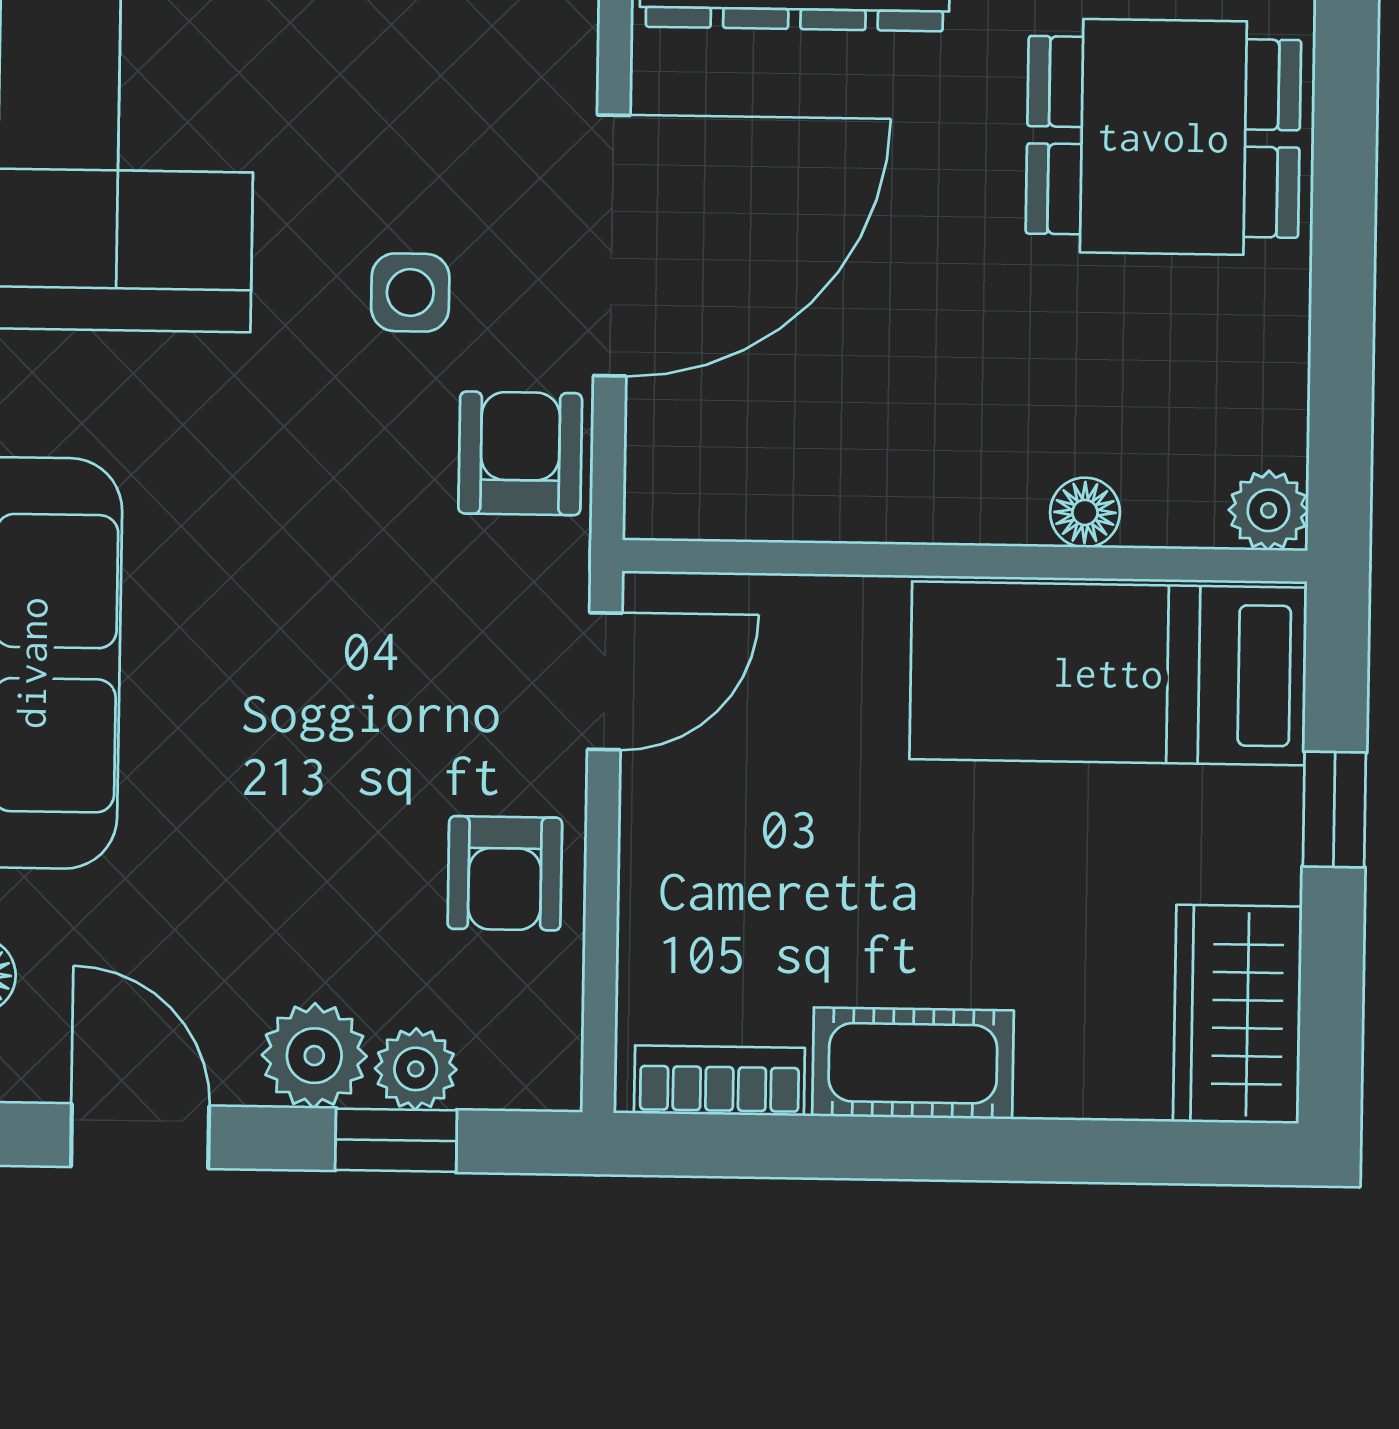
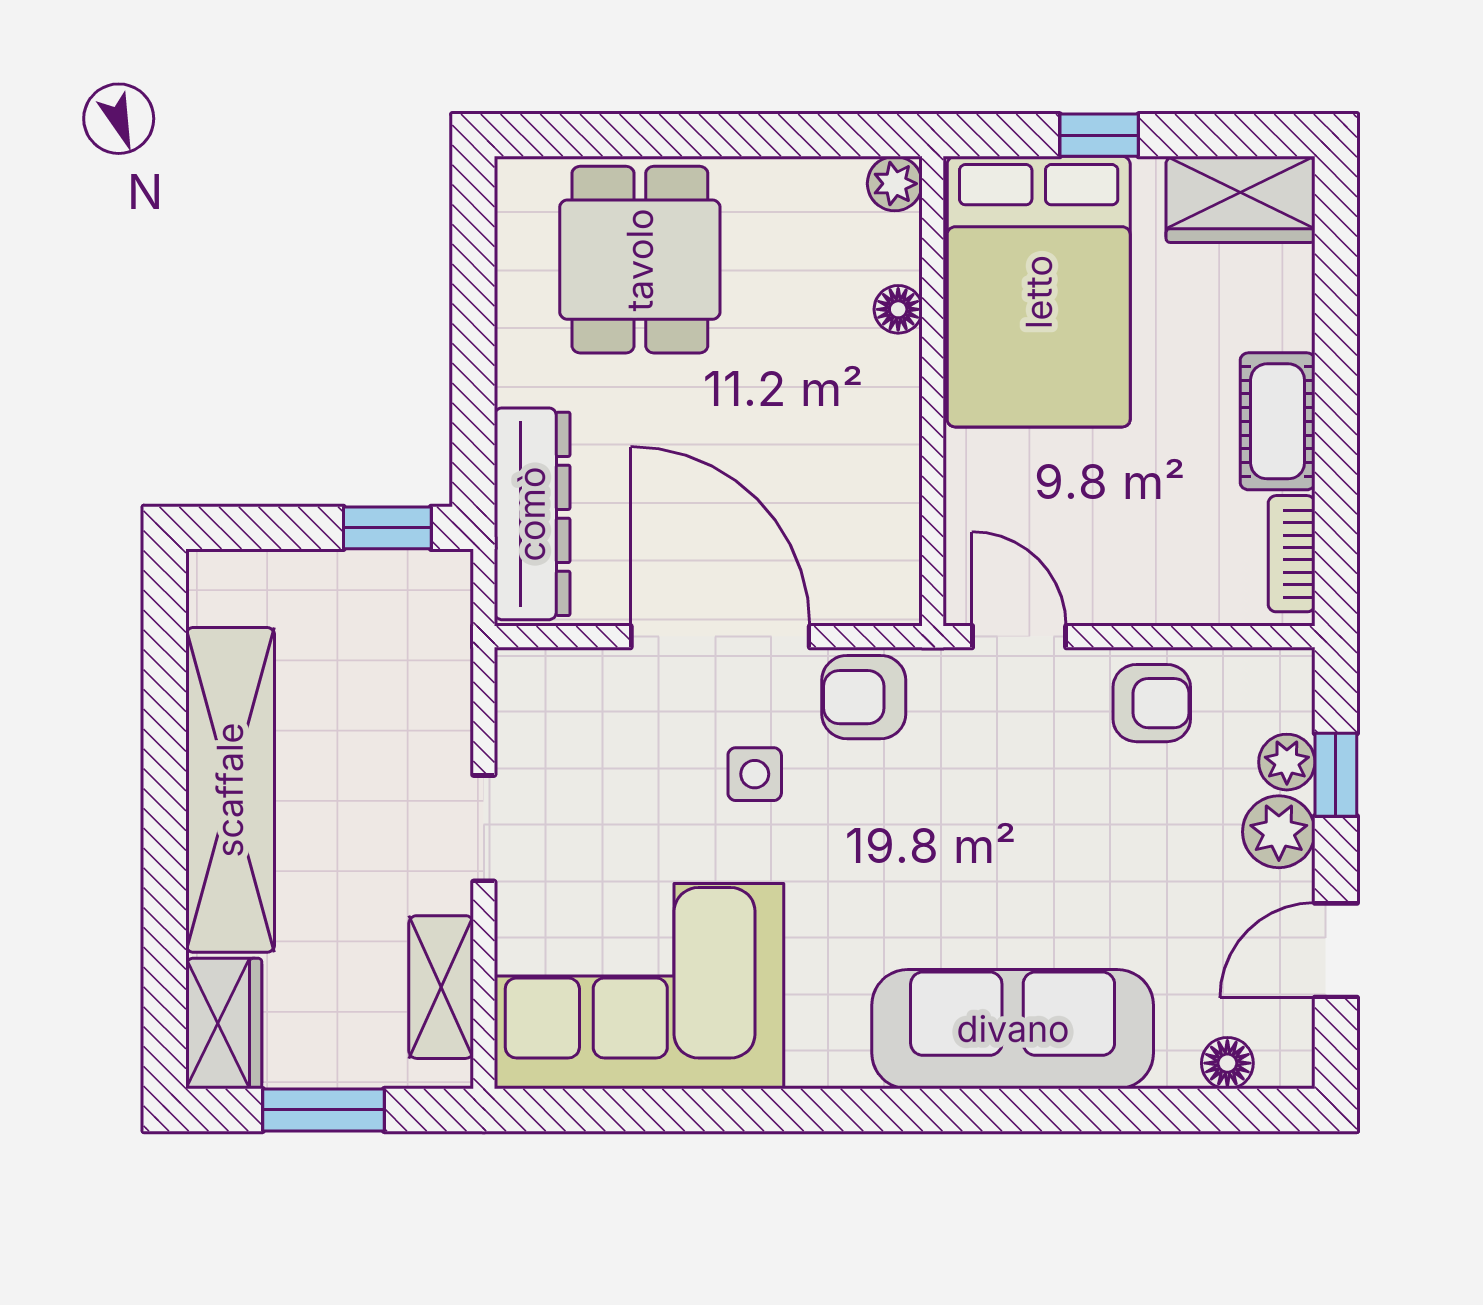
bed: (1108, 673) -> (1039, 292), width x1.50

